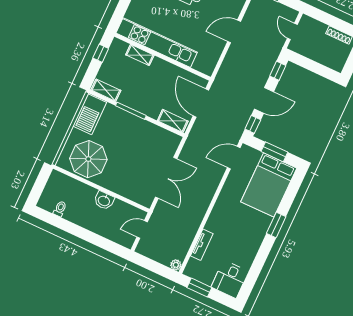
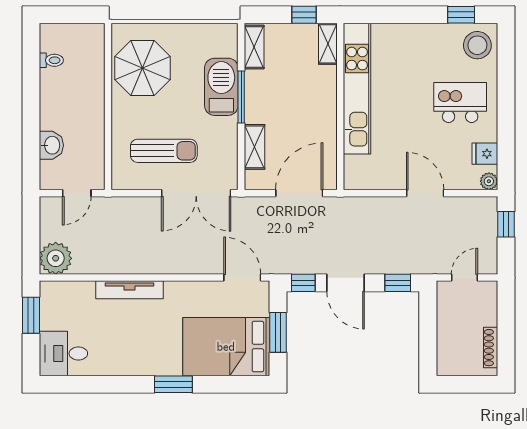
shelving: (140, 55) -> (328, 44), moved
barbecue: (90, 114) -> (221, 87), moved, turned 90
shelving: (173, 121) -> (254, 147), moved
sun lounger: (141, 169) -> (164, 151), added
double door: (166, 178) -> (196, 193), moved
washbasin: (104, 201) -> (51, 145), moved, turned 180
door: (142, 229) -> (77, 193), swing flipped
tv unit: (202, 245) -> (130, 290), moved, width x1.41
plant: (176, 265) -> (56, 258), width x1.88, depth x1.88

